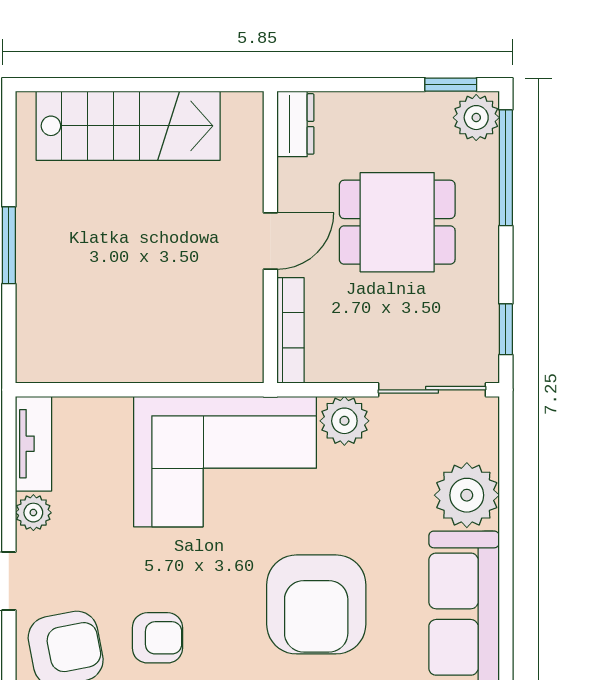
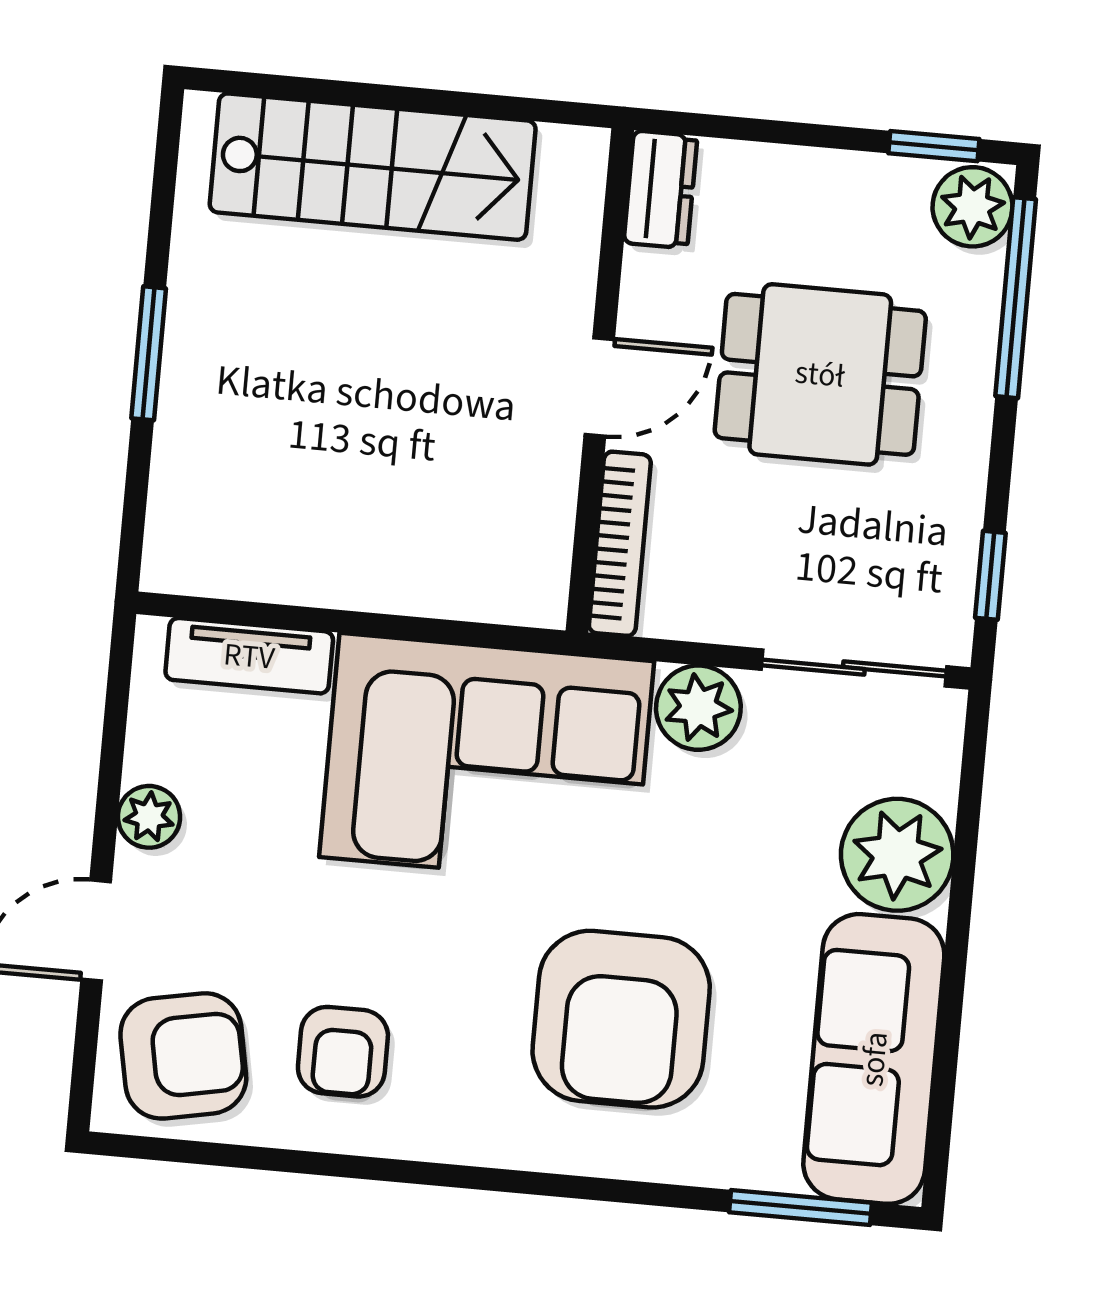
tv unit: (33, 444) -> (249, 656), moved, turned 90
armchair: (157, 638) -> (343, 1052), turned 90

